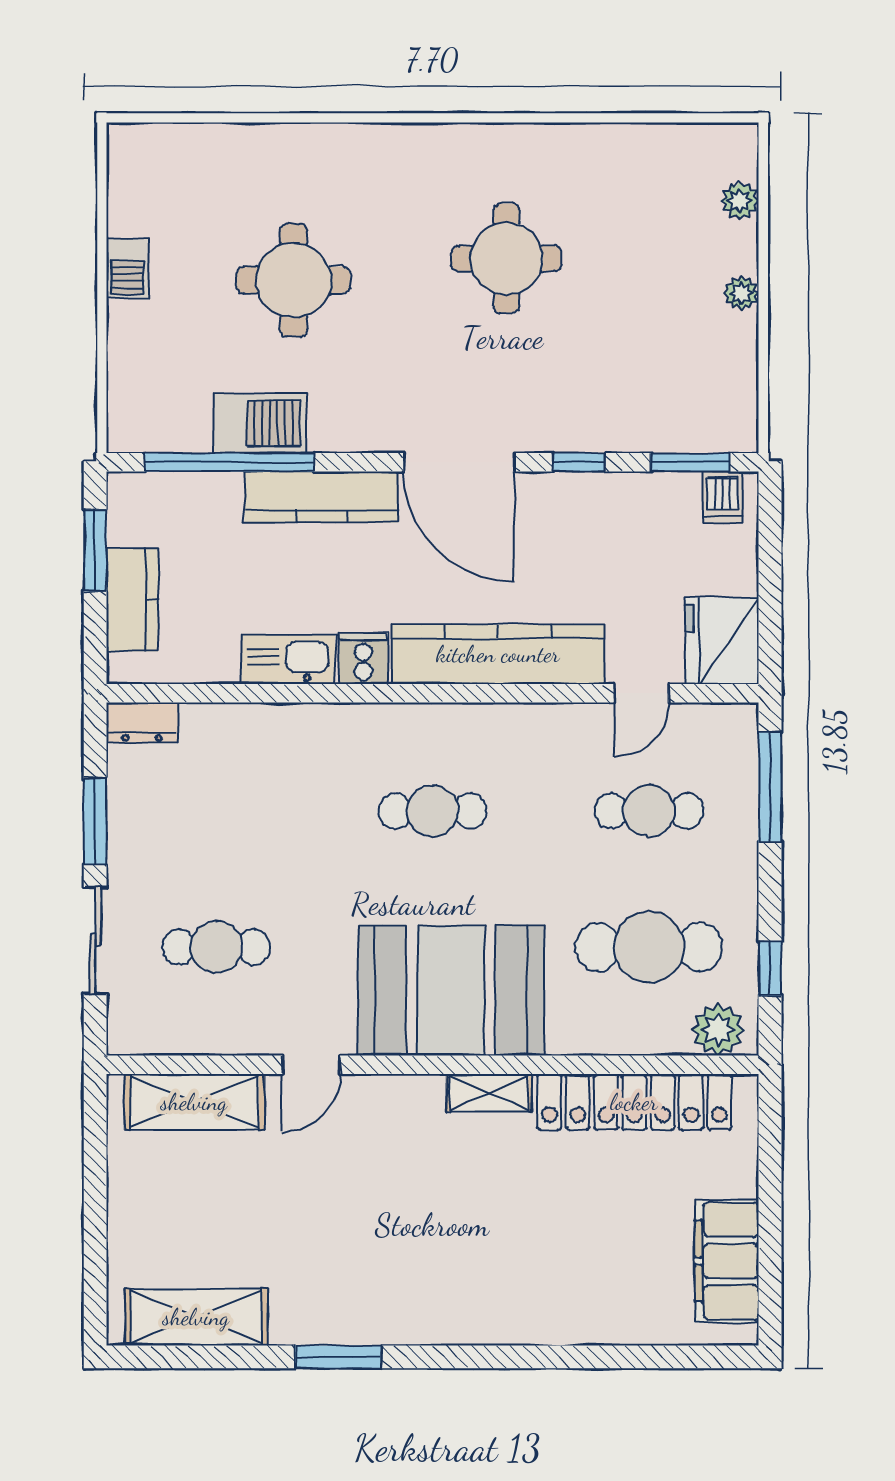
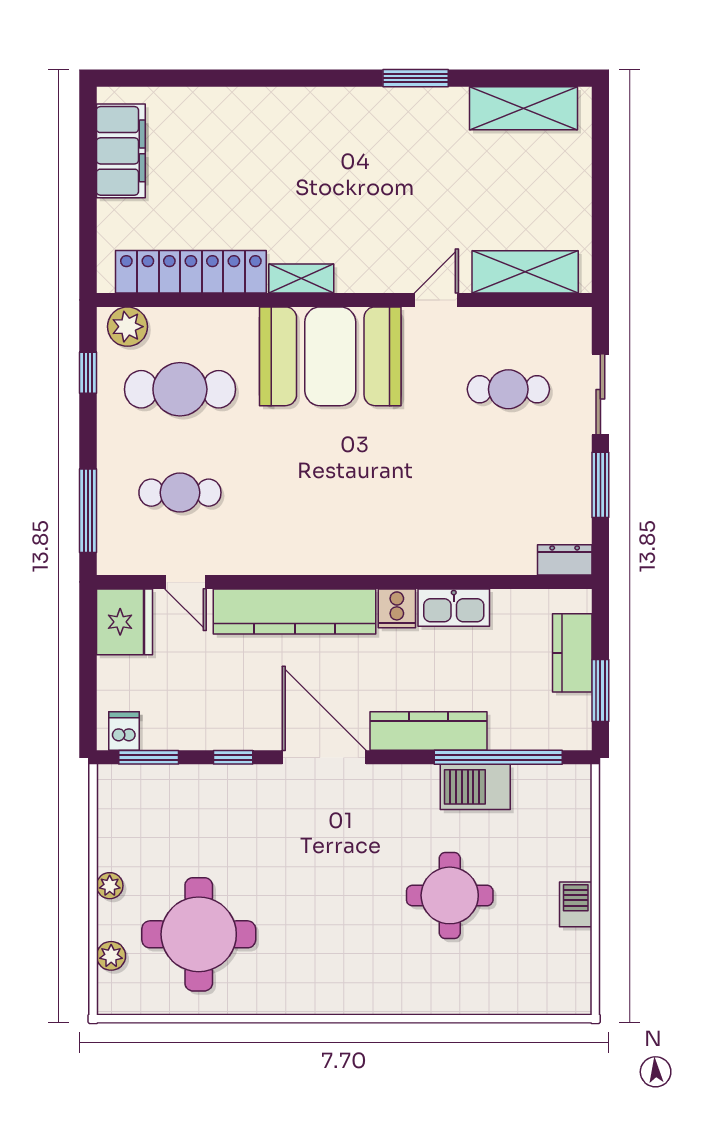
round table: (507, 258) -> (199, 934), moved, width x1.36, depth x1.36
door: (642, 693) -> (185, 582), swing flipped
cafe table: (433, 811) -> (344, 493), removed

